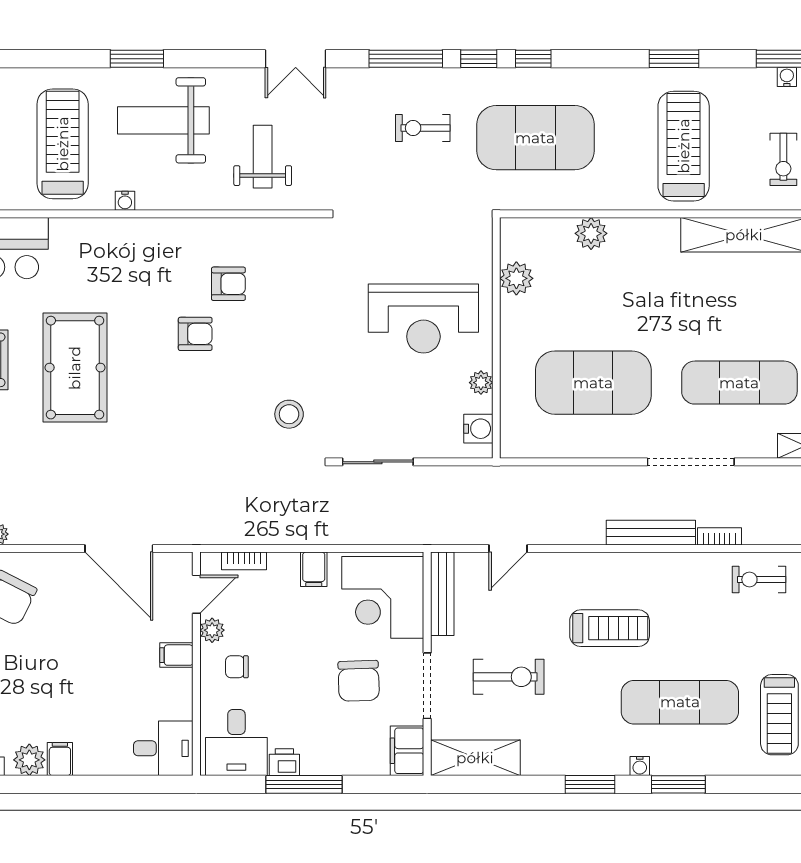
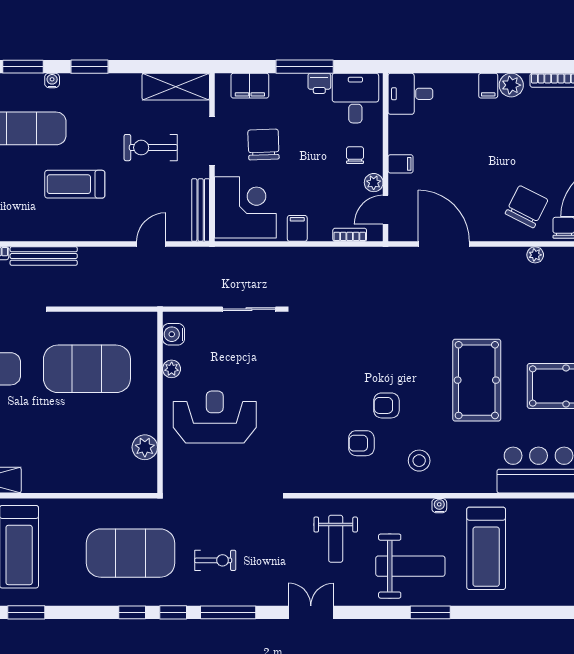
plant: (591, 233) -> (89, 481), removed
stool: (289, 414) -> (419, 461), moved
chair: (237, 667) -> (355, 155), turned -90
filing cabinet: (407, 751) -> (250, 86), moved, turned 90

